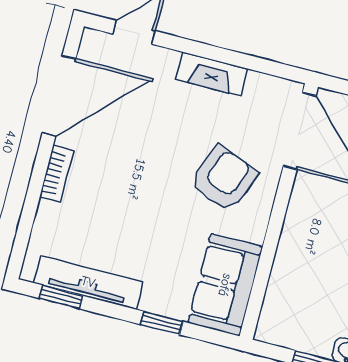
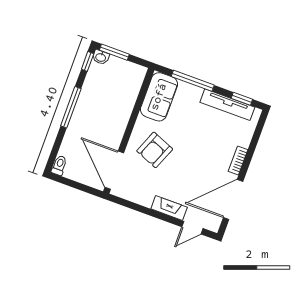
fireplace: (212, 74) -> (169, 208), moved
window: (162, 323) -> (193, 81), width x2.17

